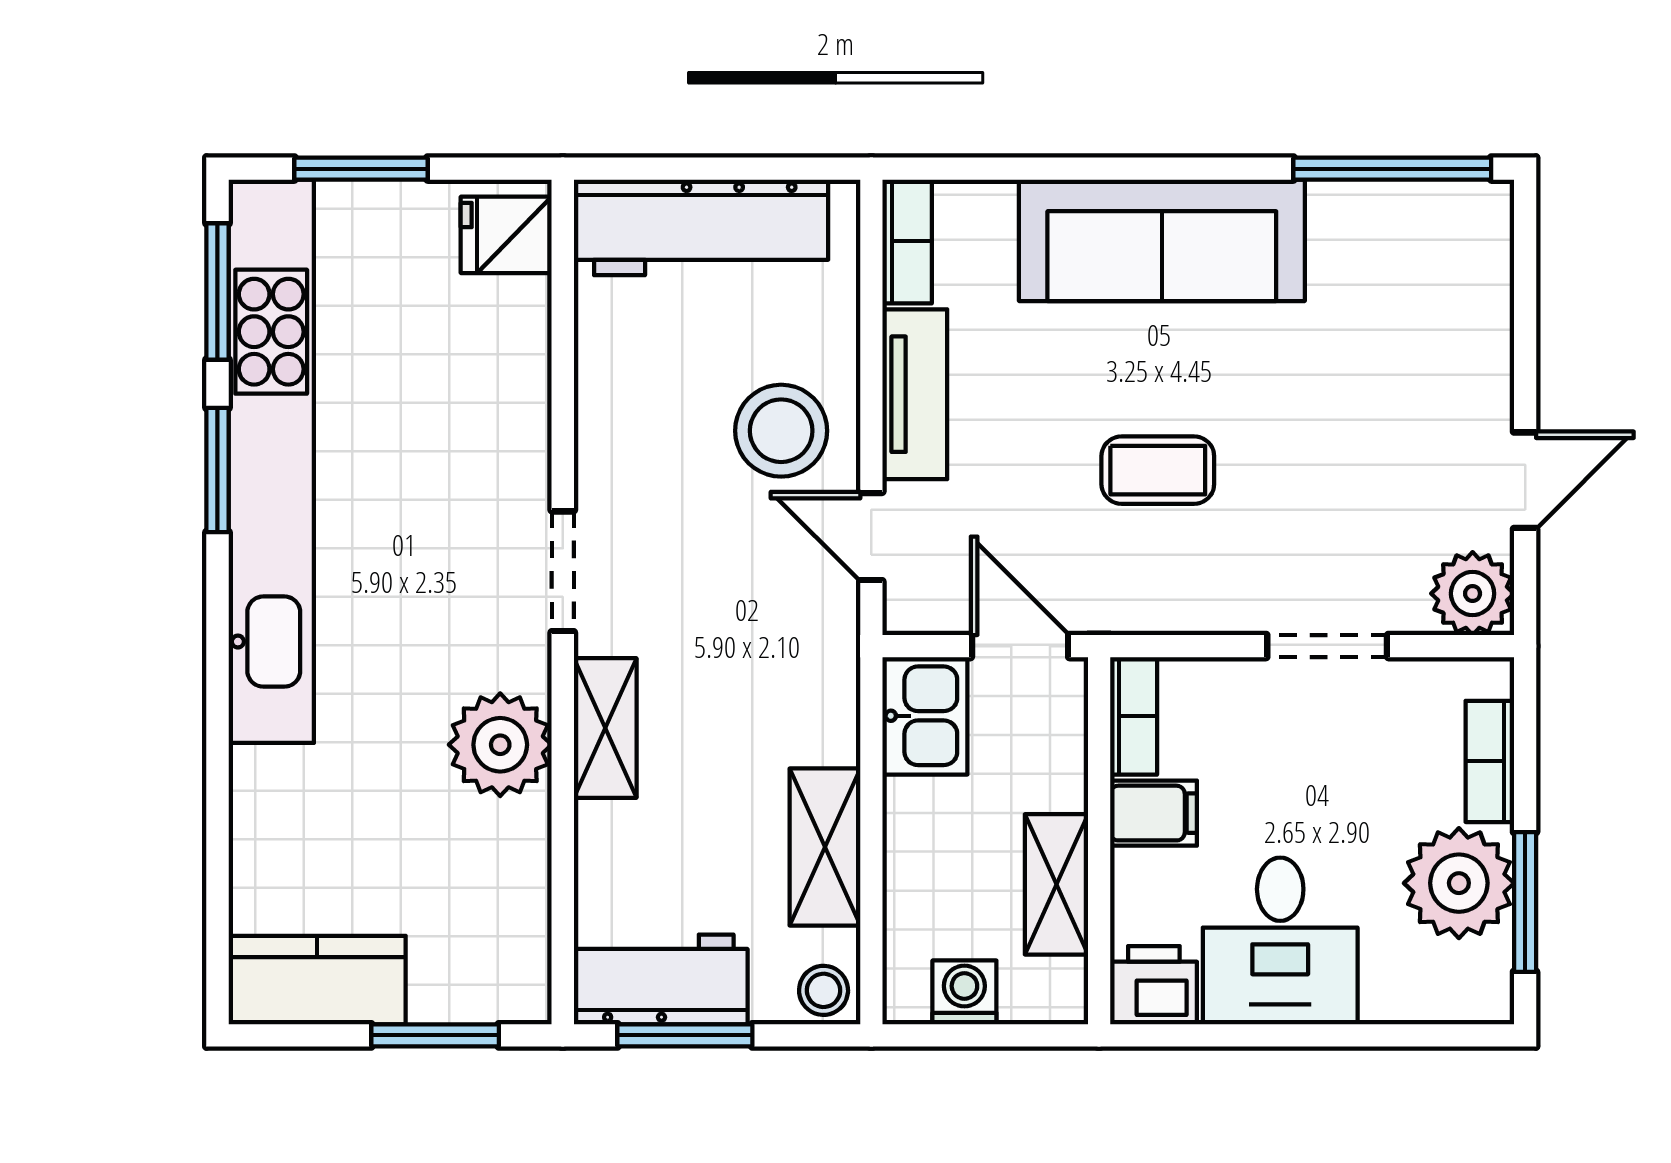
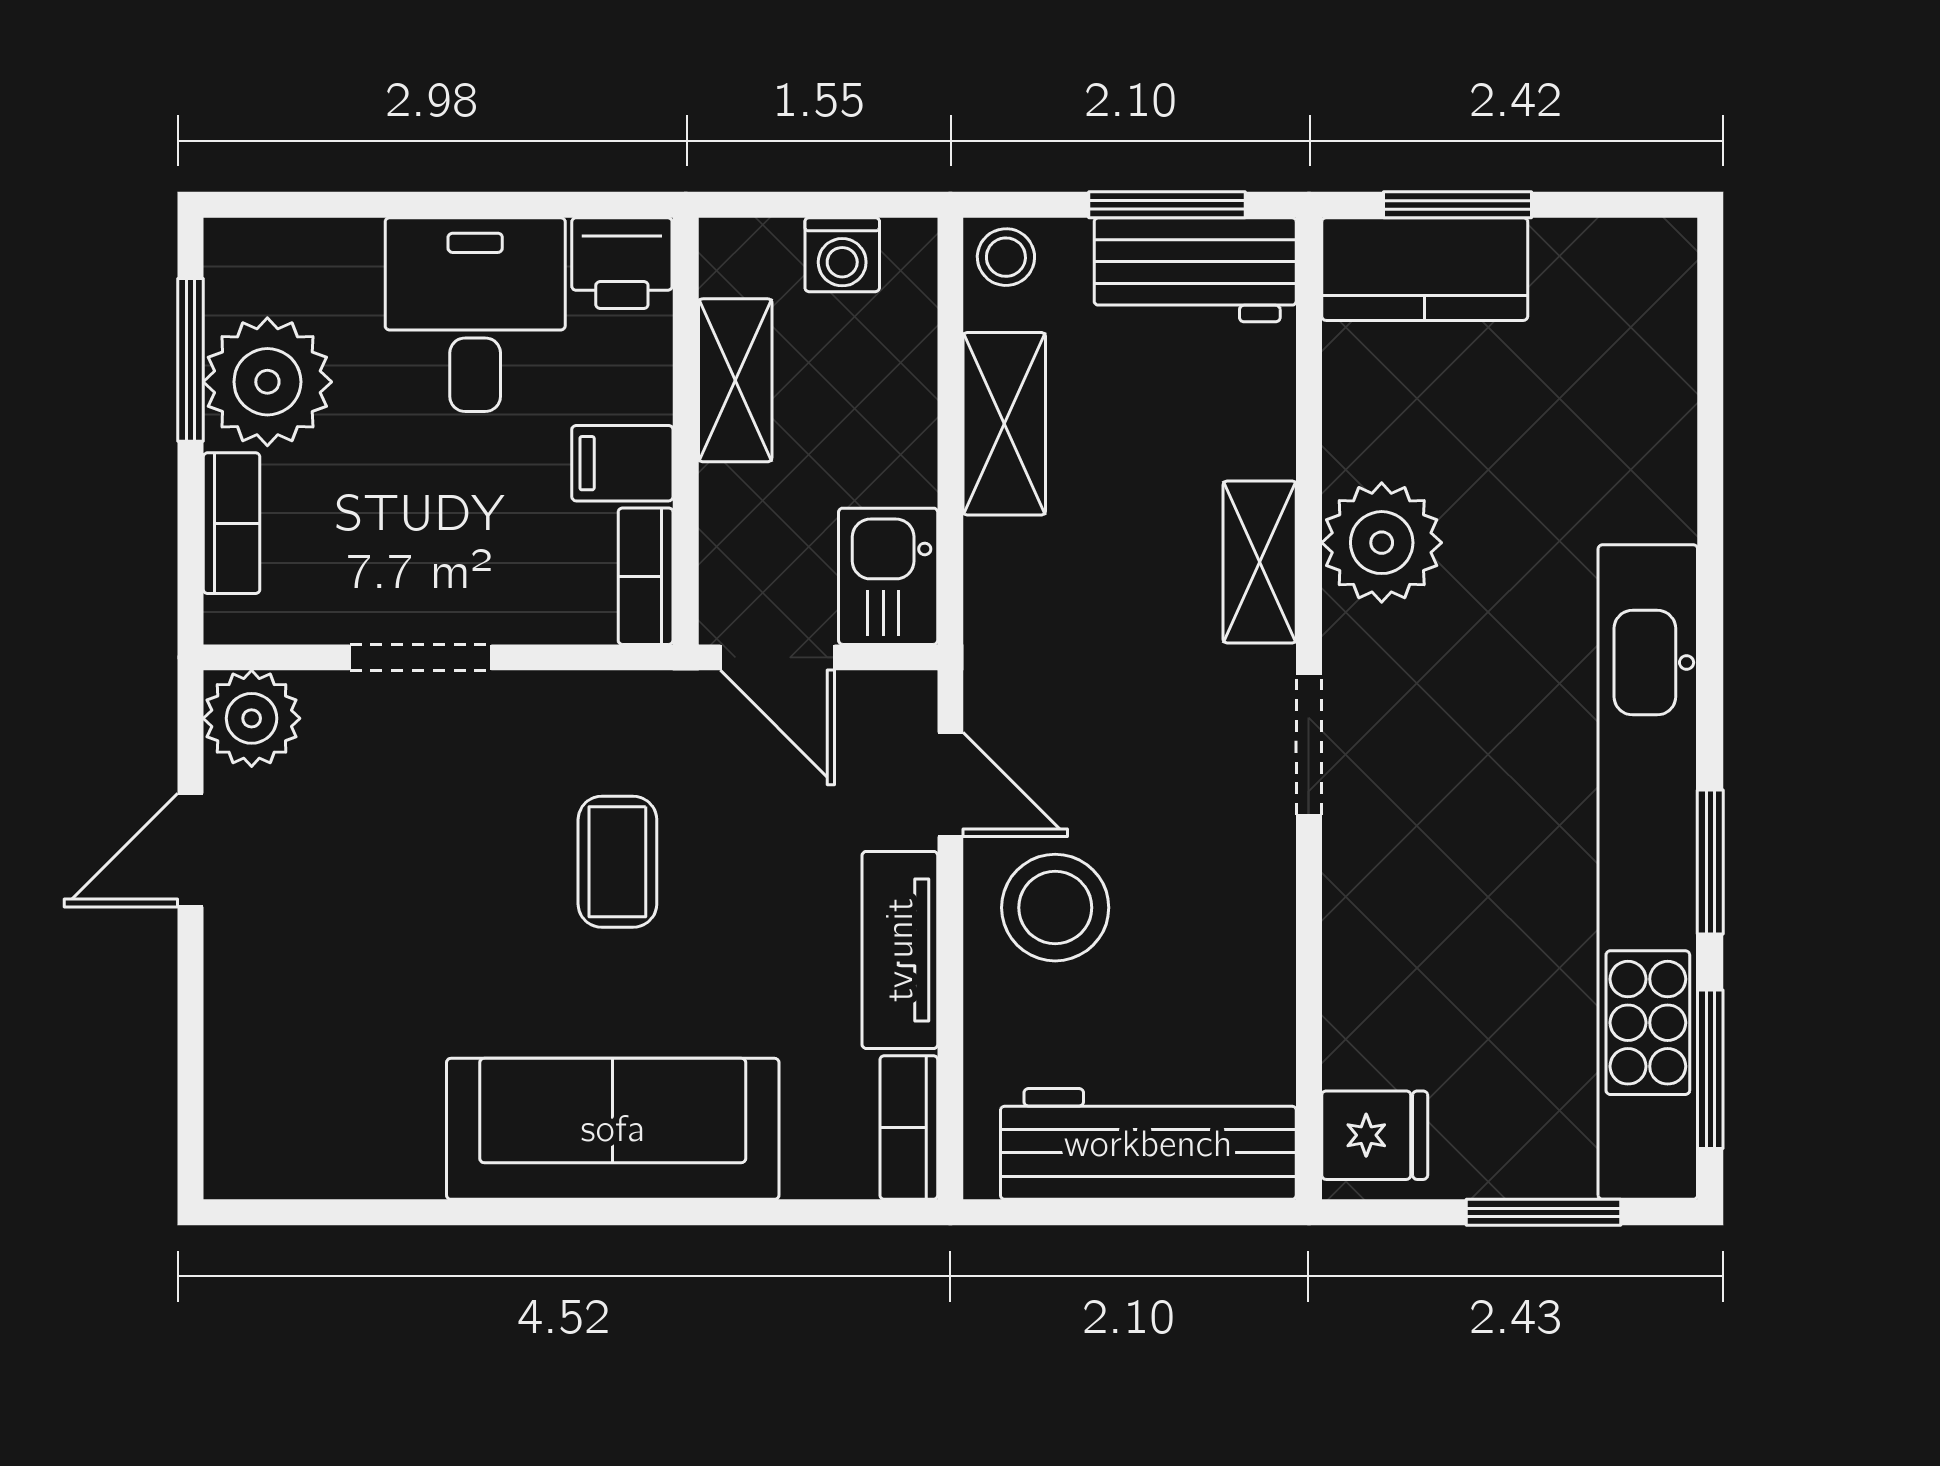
window: (1392, 169) -> (345, 1212), removed
coffee table: (1158, 470) -> (617, 862), turned 90
kitchen counter: (317, 980) -> (1425, 269), moved

